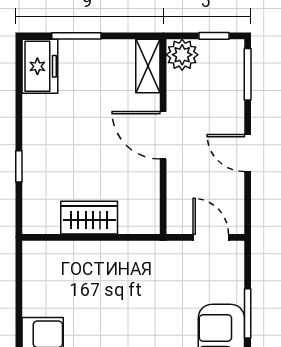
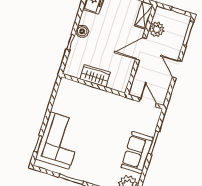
plant: (182, 55) -> (157, 29), moved
door: (163, 135) -> (141, 49), hinge flipped
boiler: (35, 137) -> (82, 31), added

